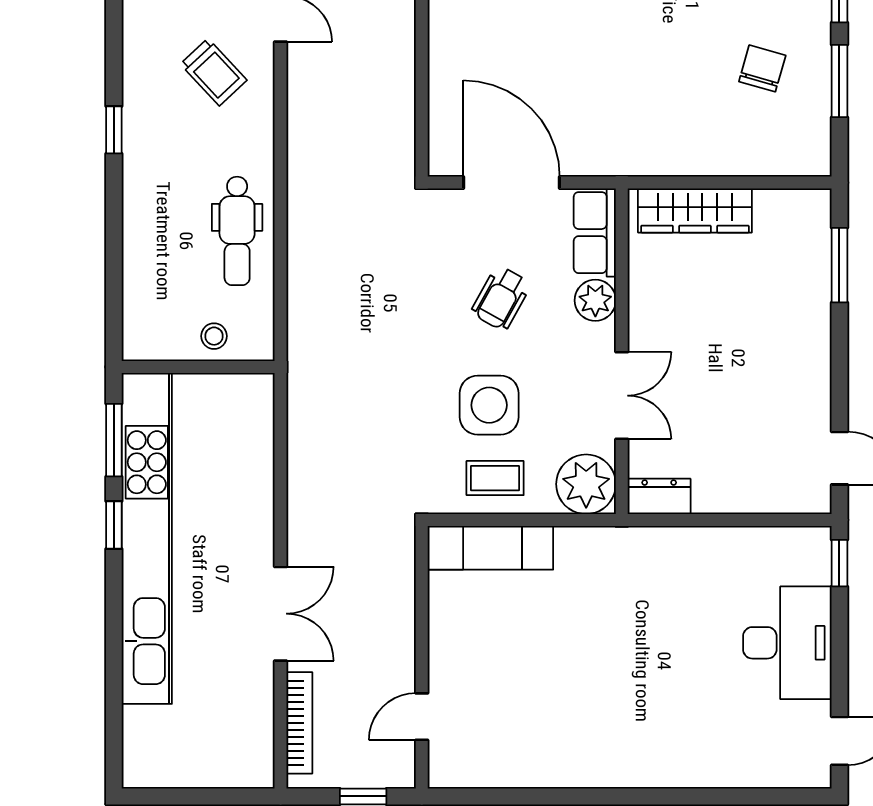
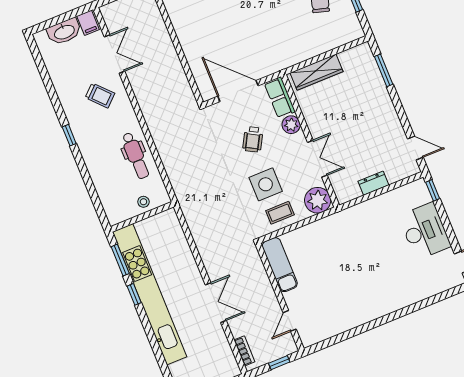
dresser: (659, 496) -> (373, 183), moved
exam couch: (491, 548) -> (280, 265), moved, turned -90
bookcase: (299, 723) -> (244, 351), width x0.64

